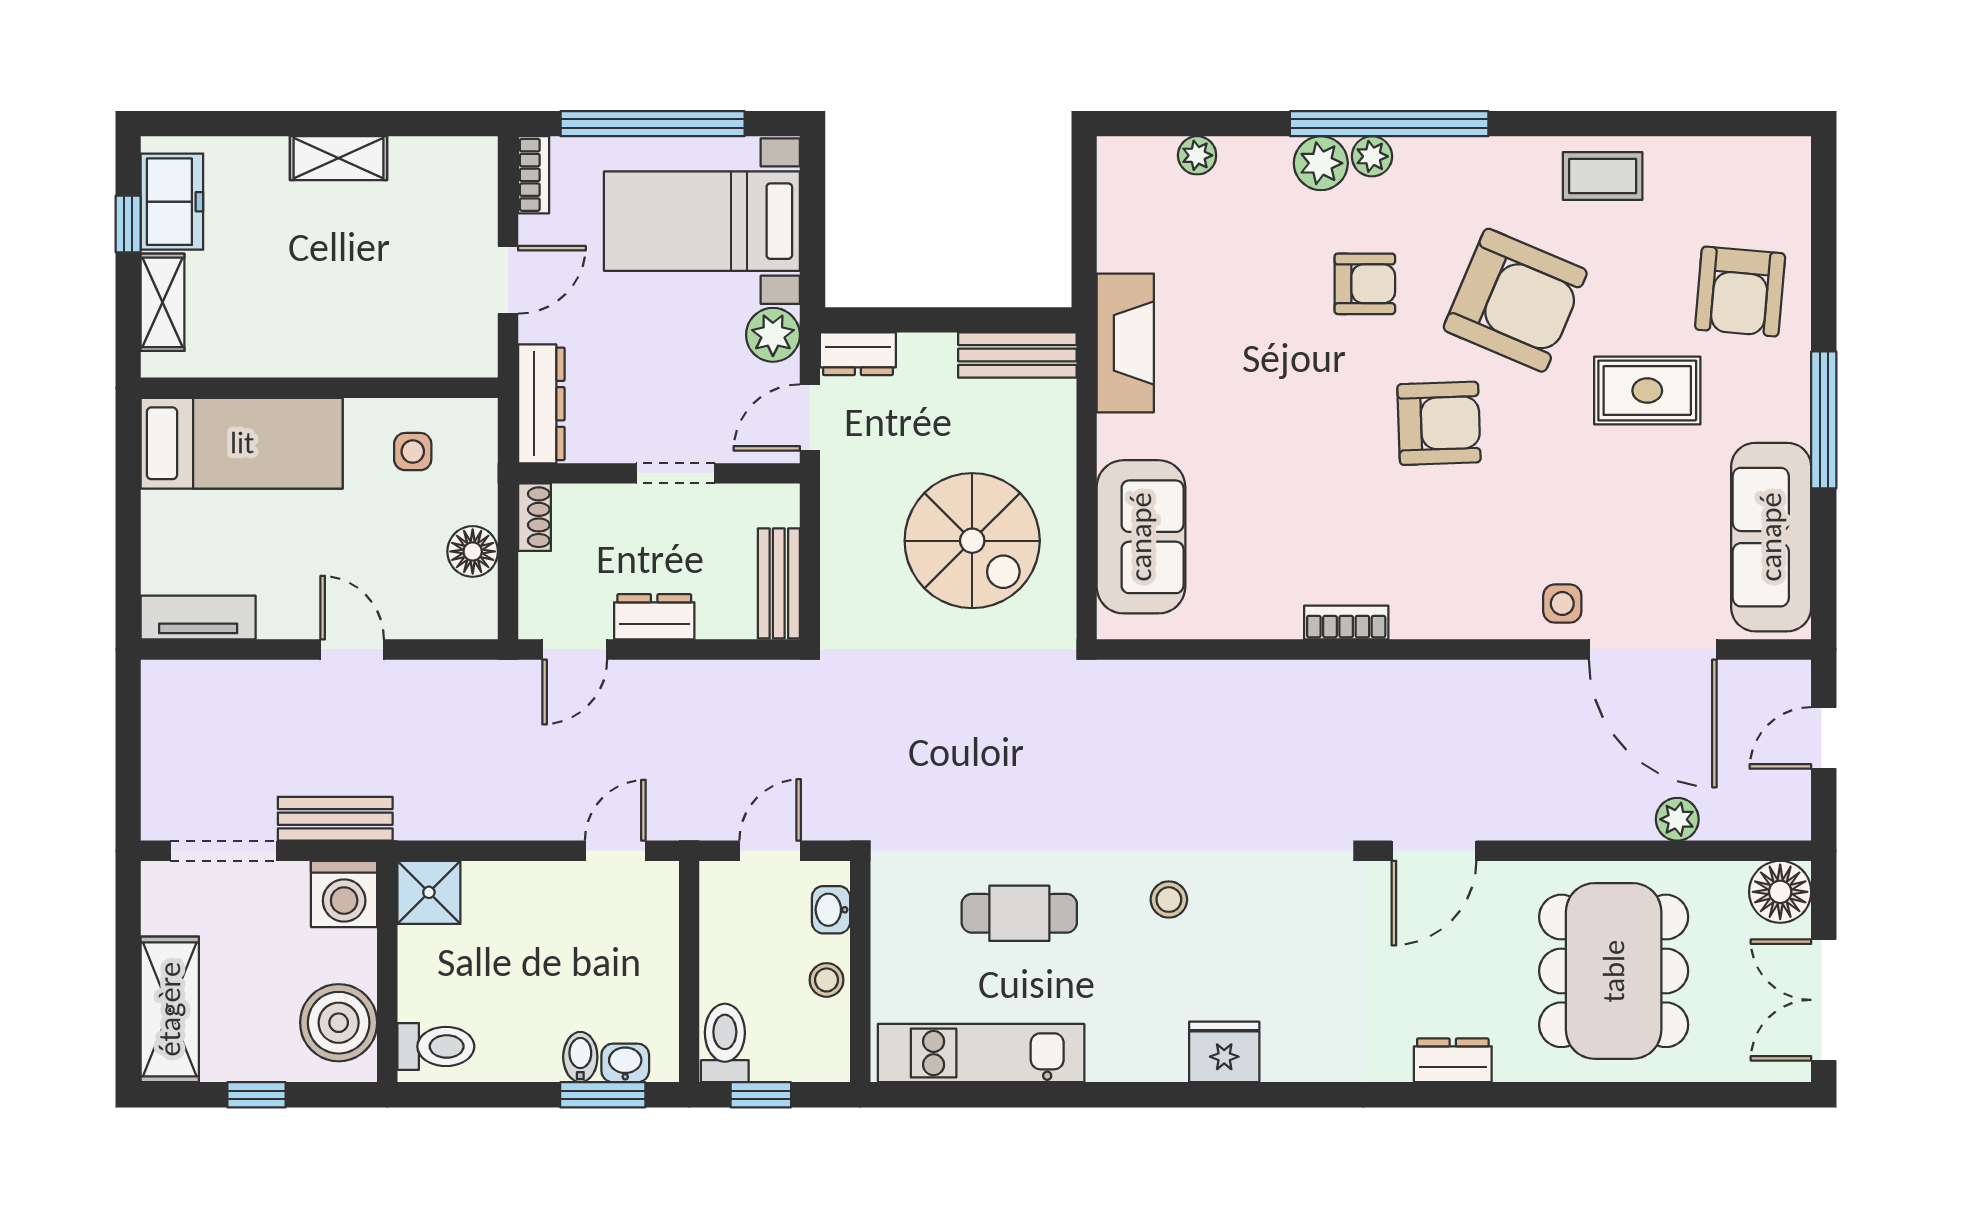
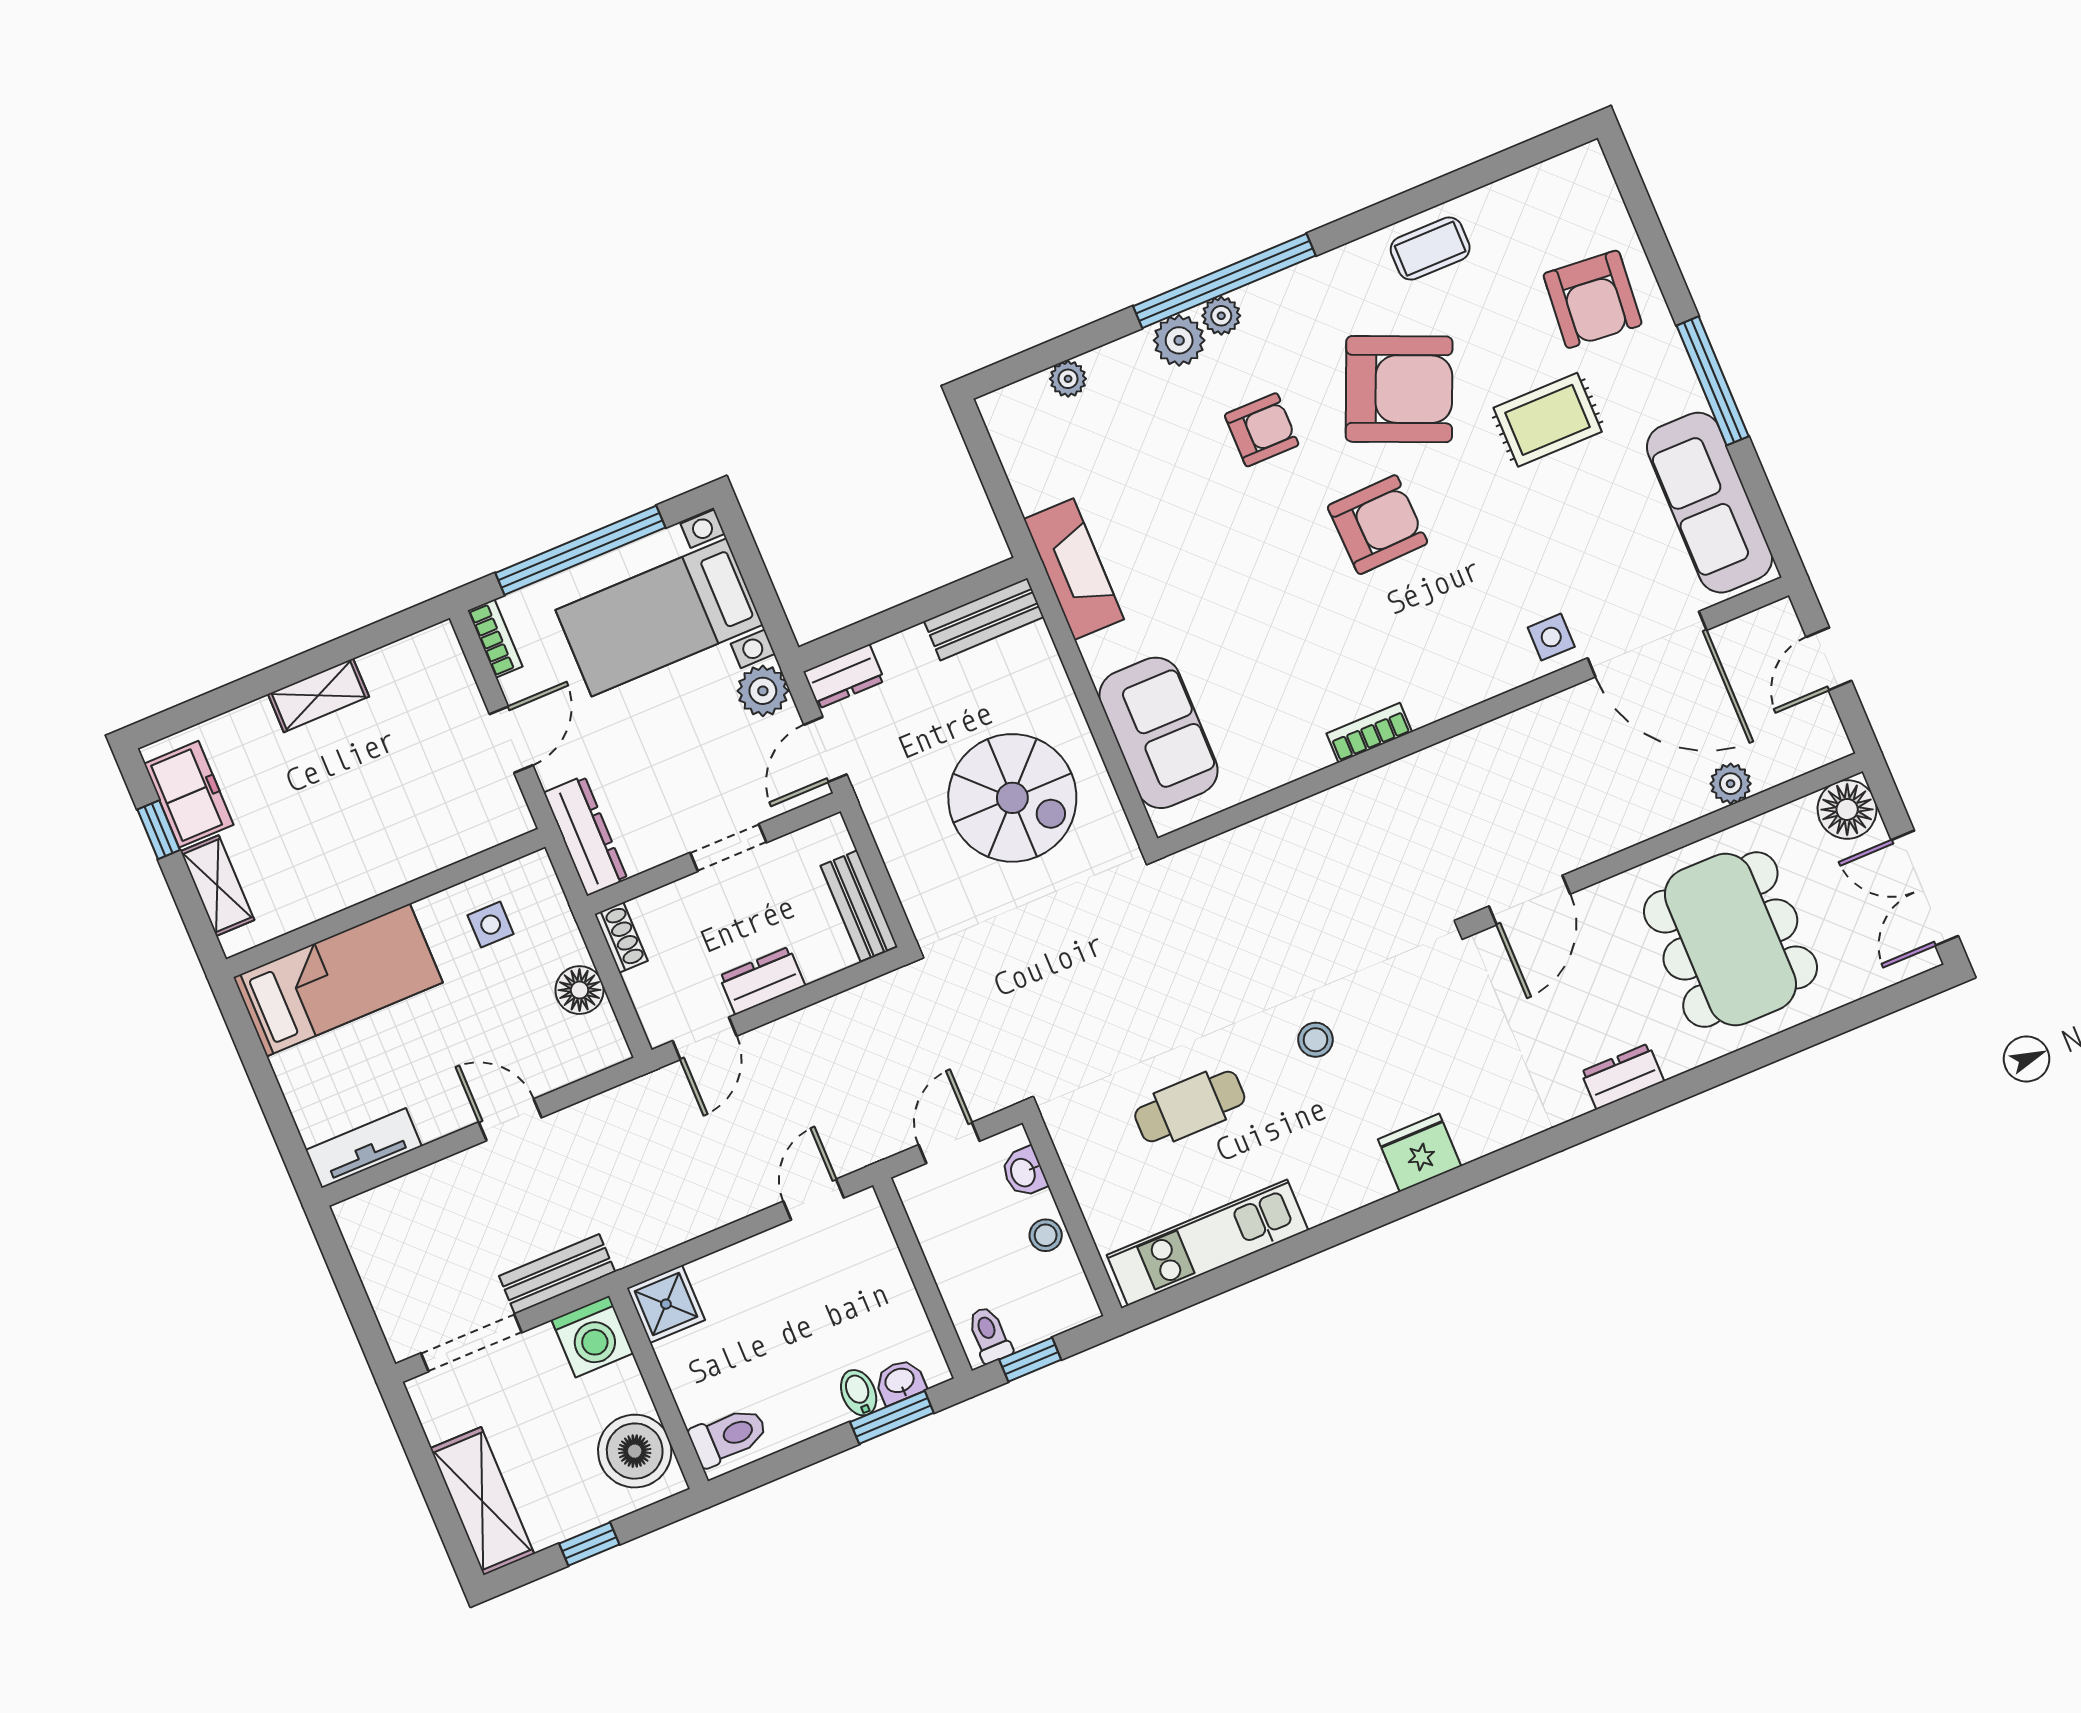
toilet: (725, 1043) -> (989, 1335), width x0.73, depth x0.72

